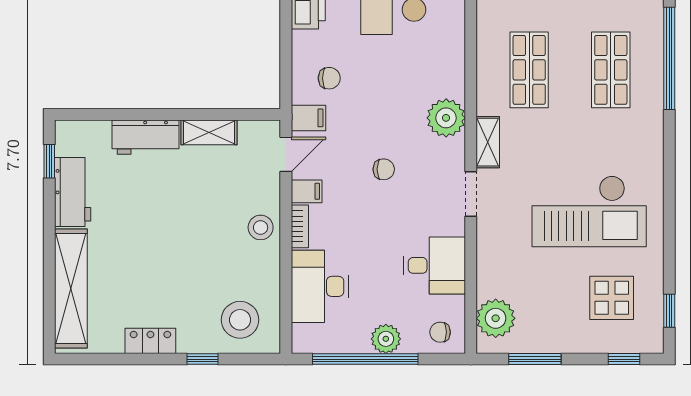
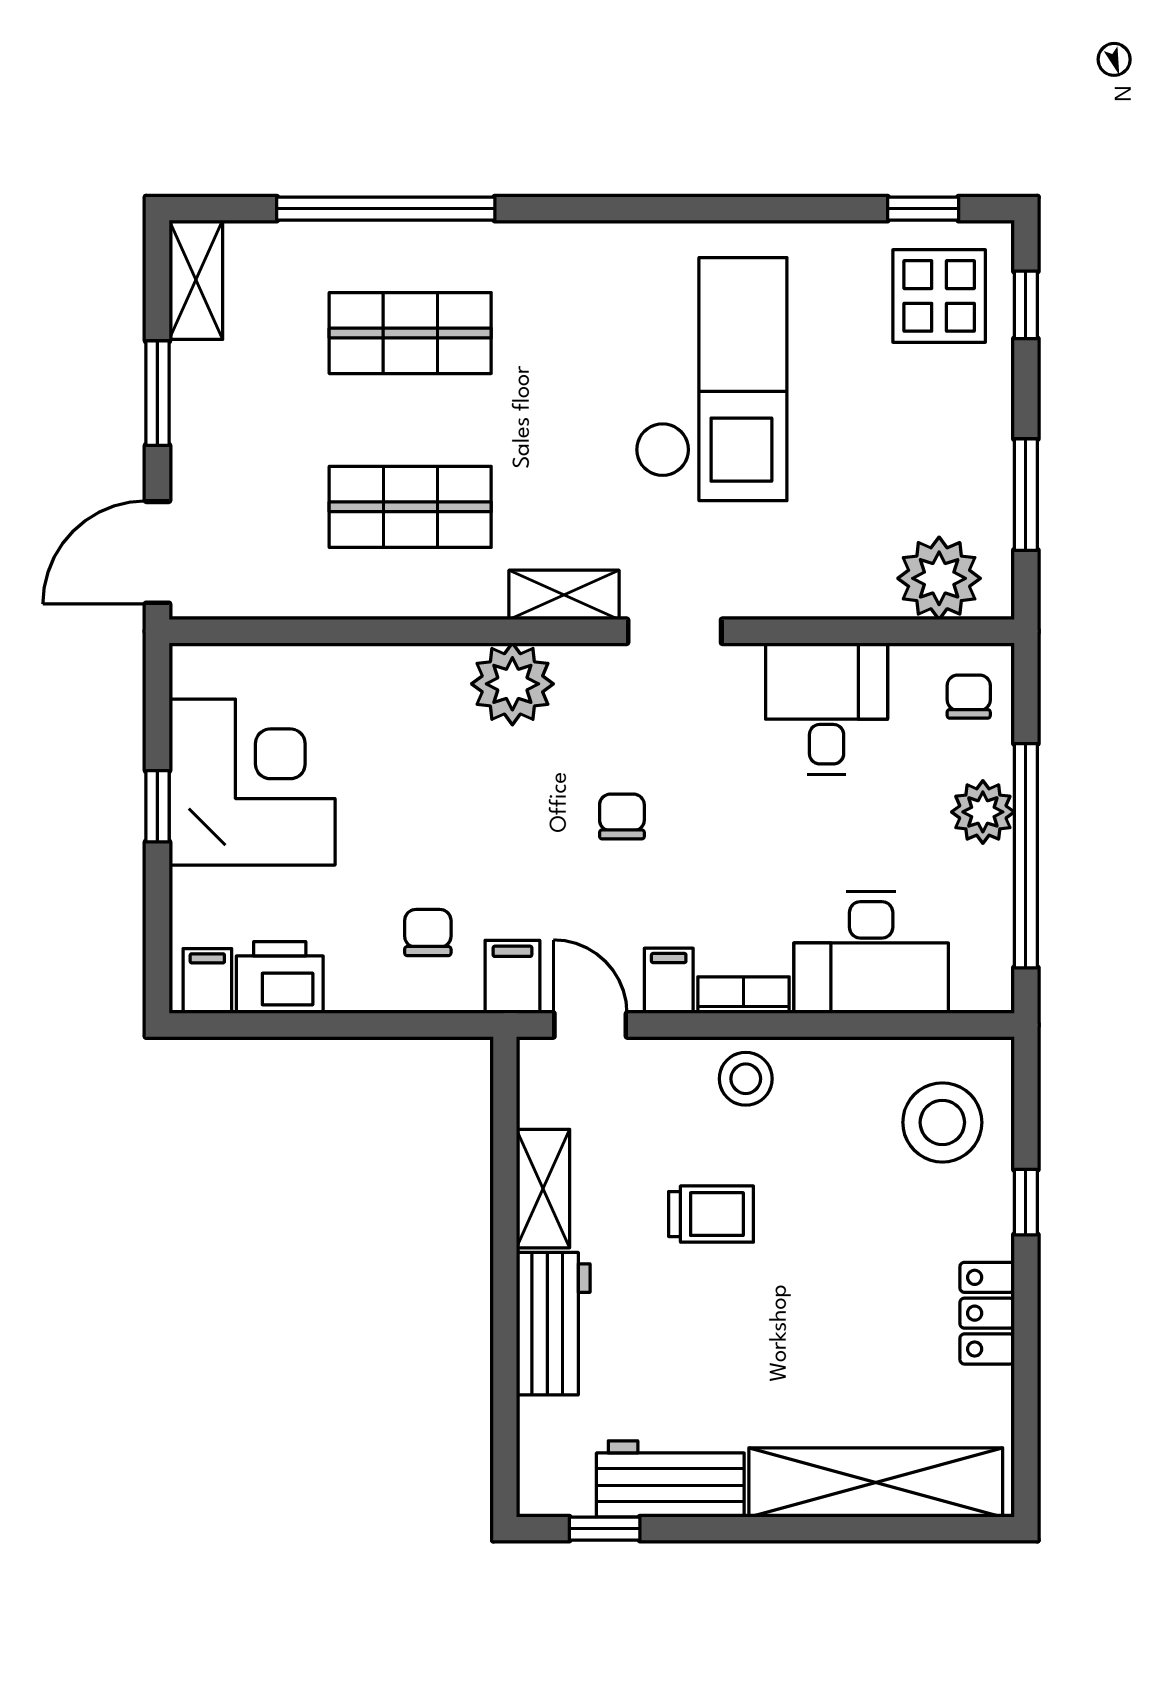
trolley: (197, 211) -> (711, 1214), added
display table: (612, 298) -> (939, 296), moved
chair: (440, 332) -> (969, 697), turned 180

